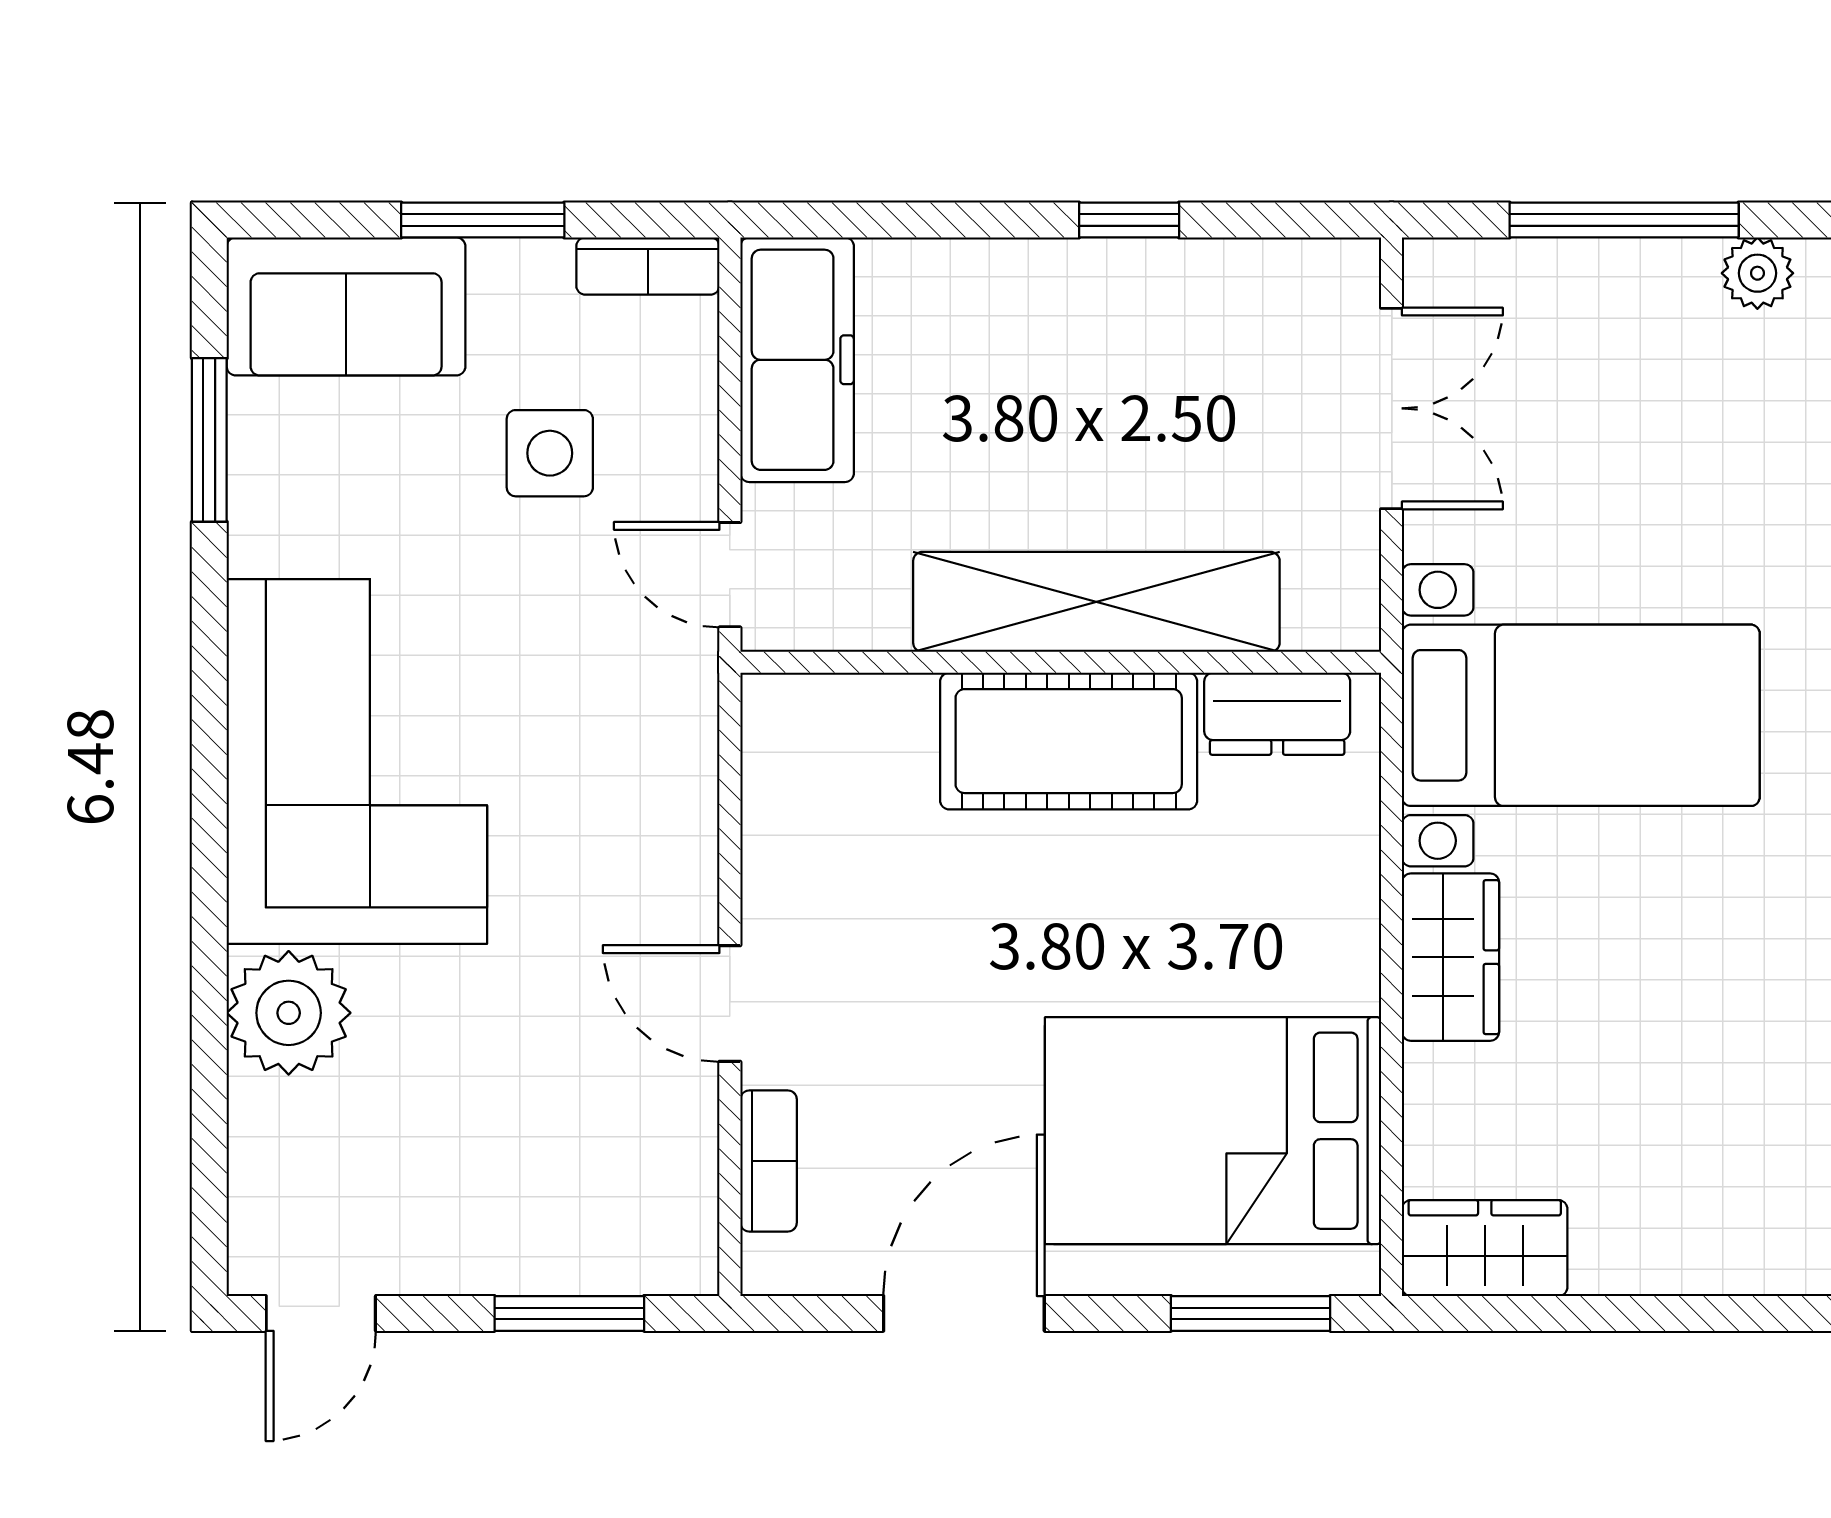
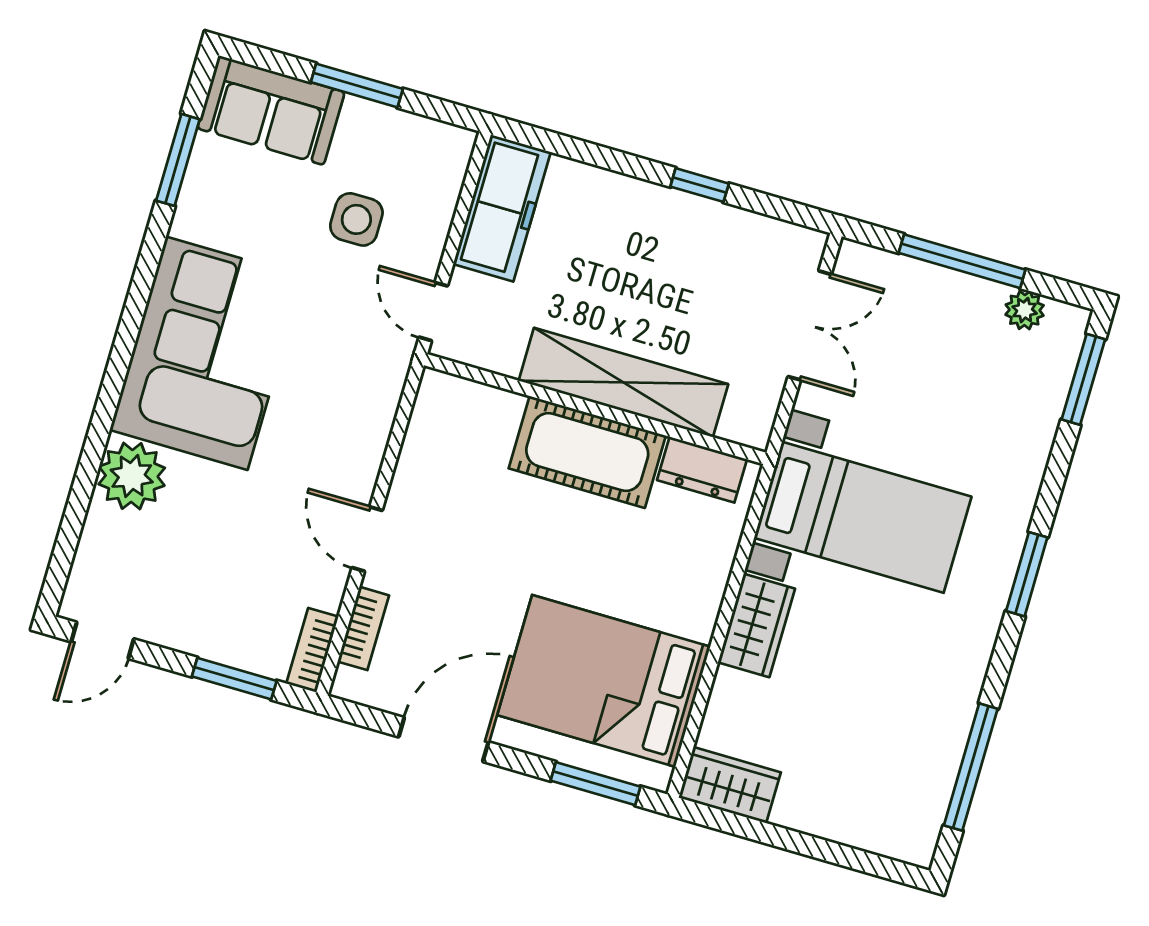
bookcase: (648, 266) -> (312, 650), moved, turned 90

